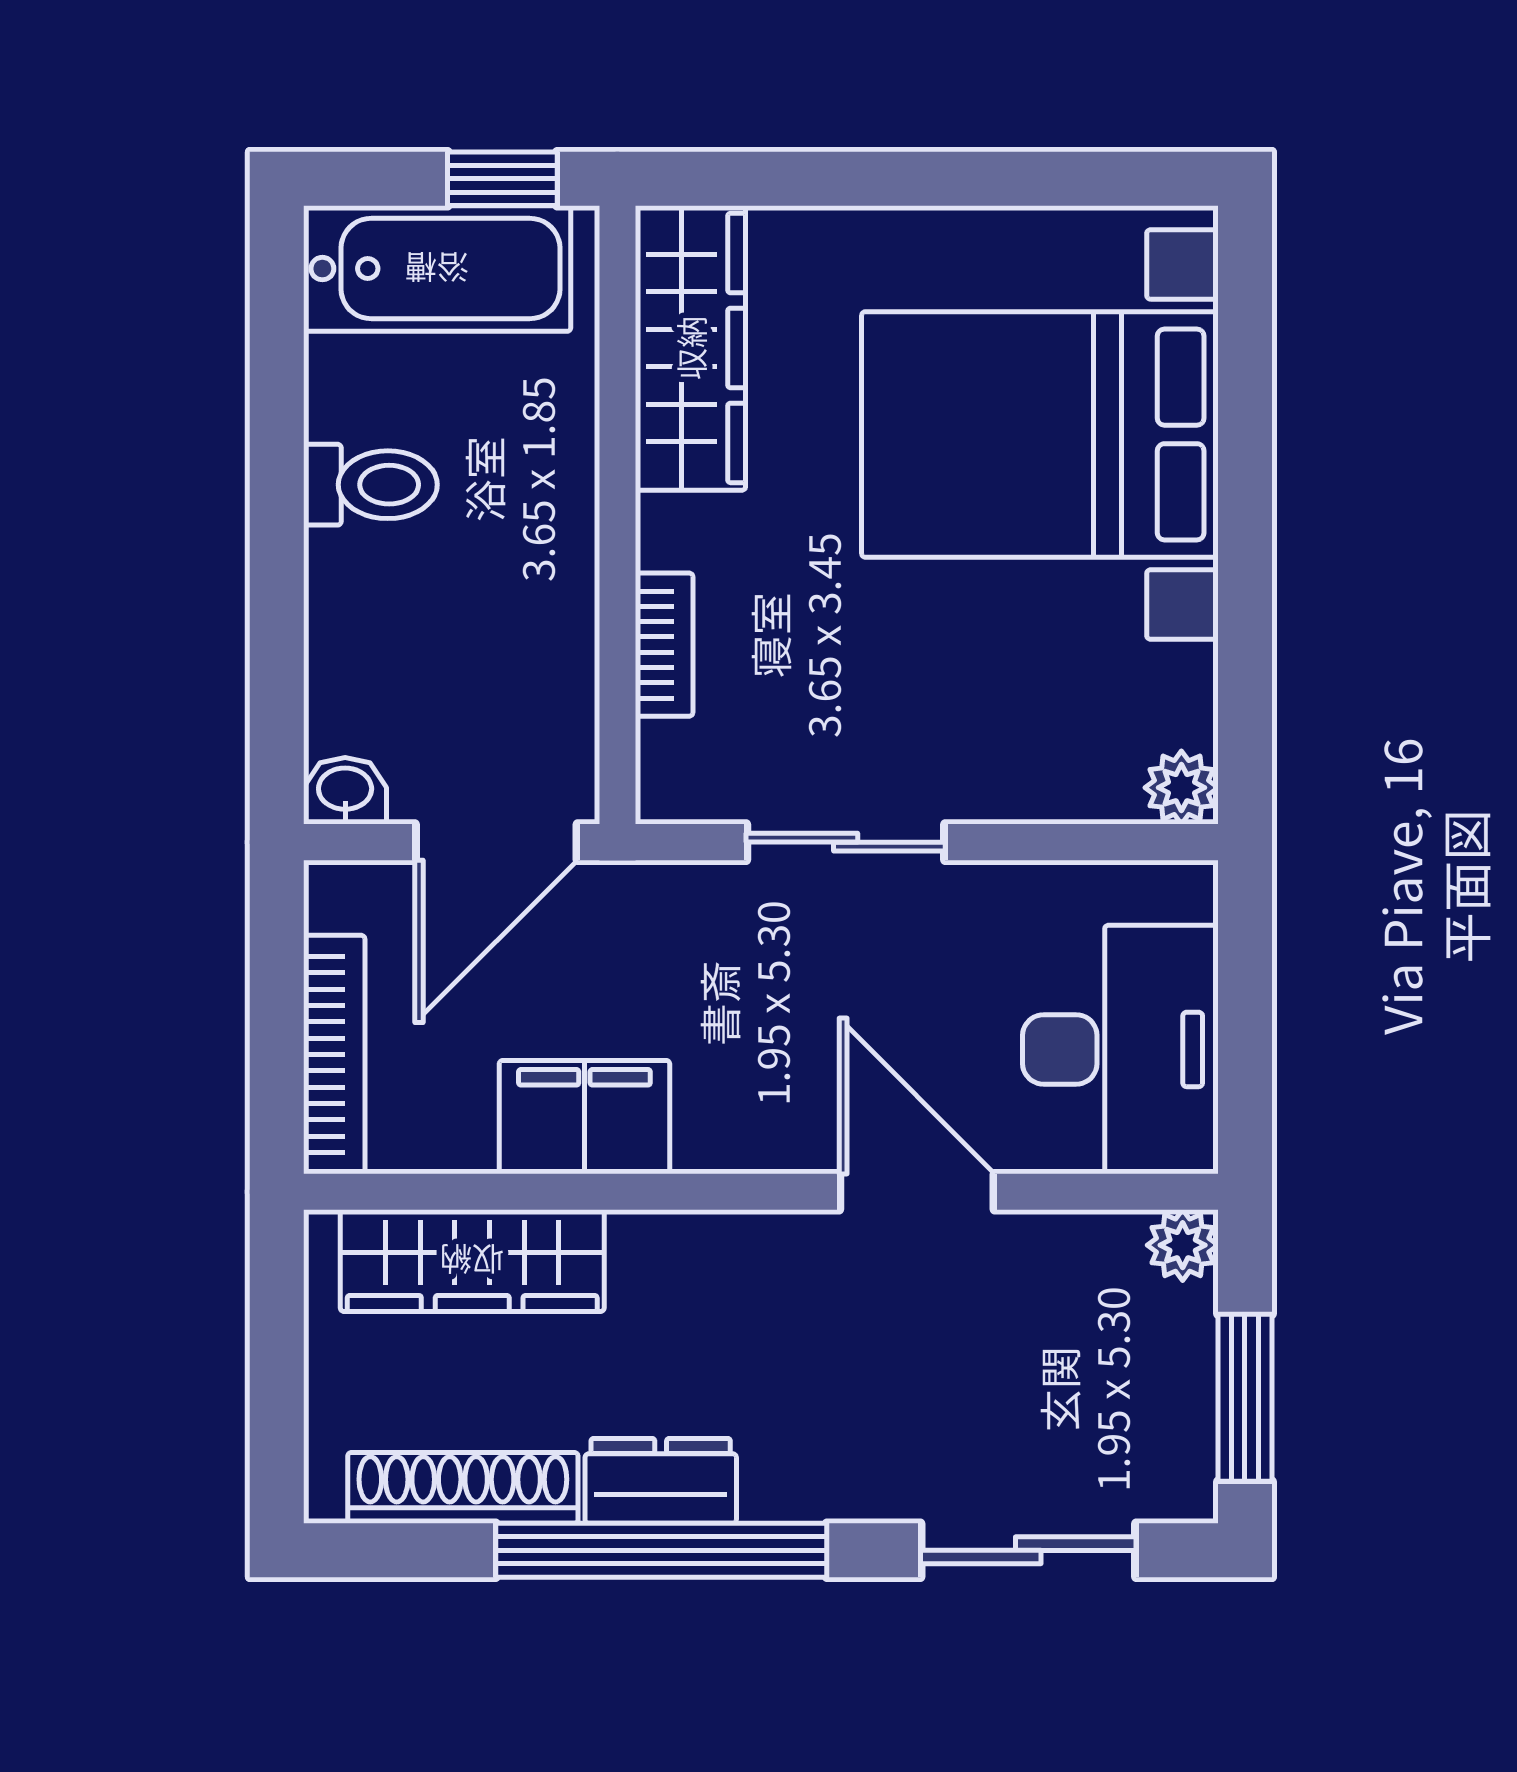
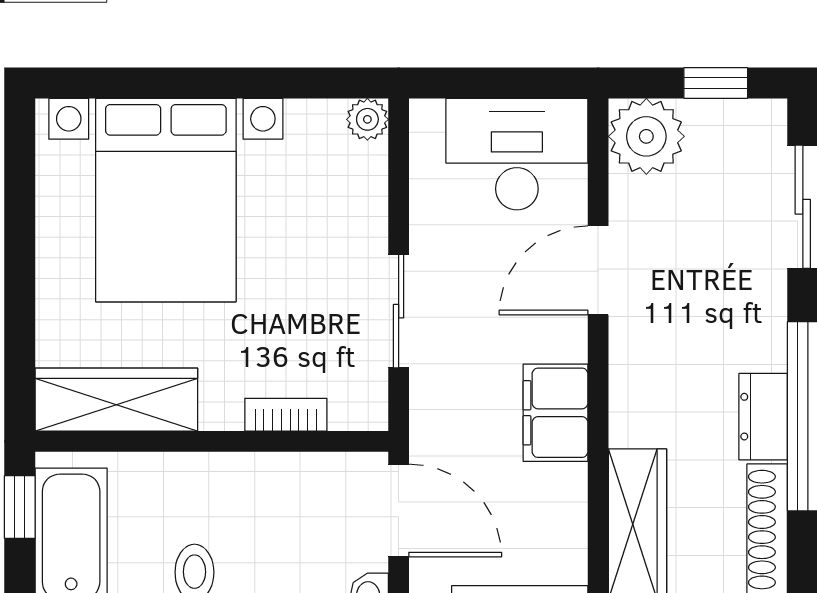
filing cabinet: (584, 1117) -> (555, 413), moved
plant: (1183, 1245) -> (646, 136), width x1.87, depth x1.87
window: (1245, 1398) -> (716, 83), width x0.67

